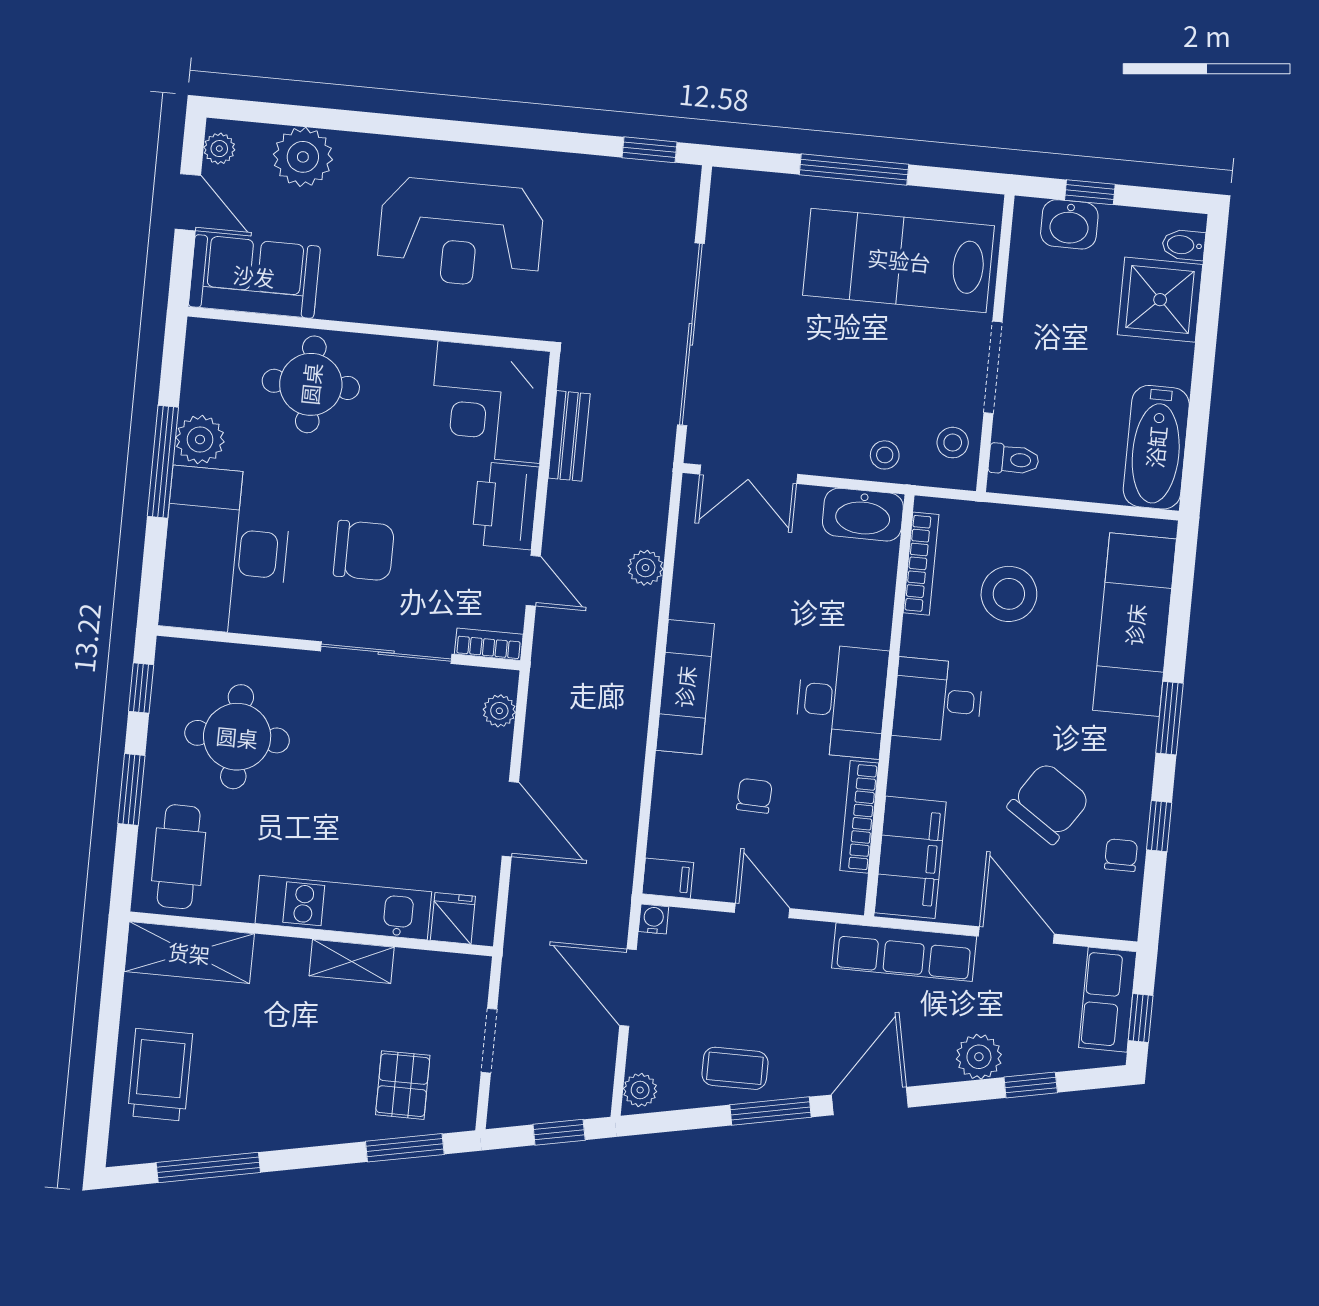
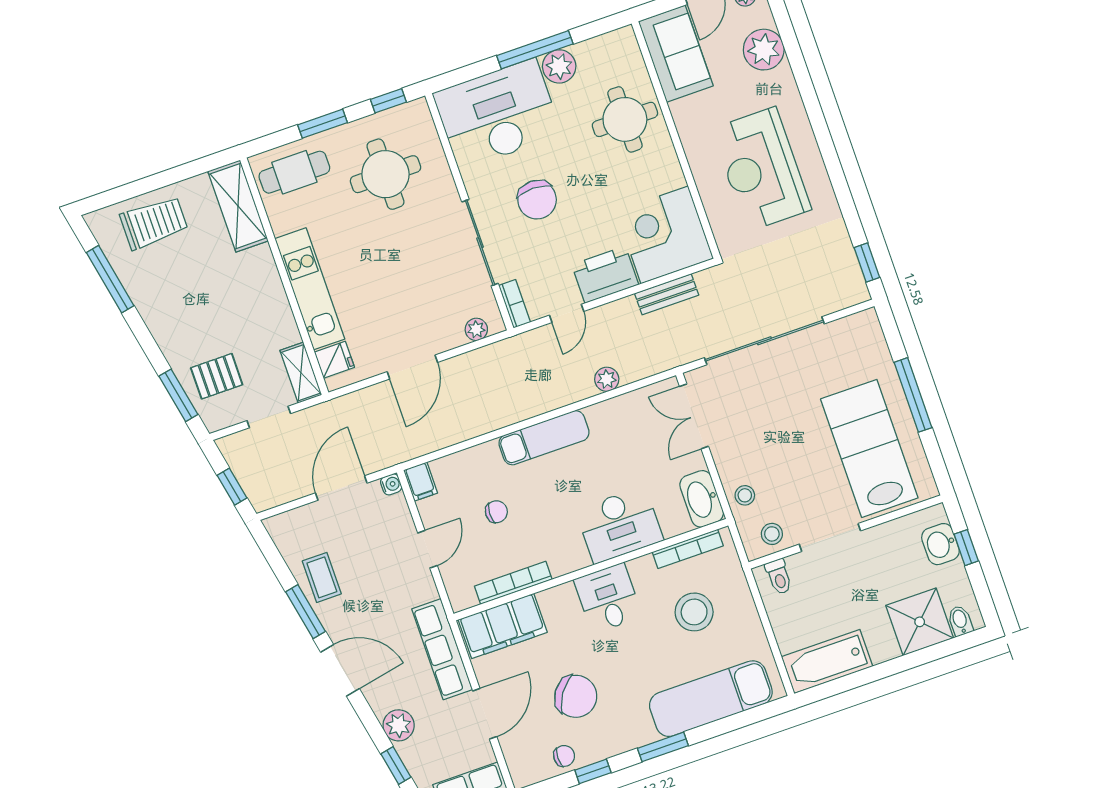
desk: (842, 701) -> (619, 525), moved
shelving: (352, 961) -> (301, 373), moved
plant: (640, 1090) -> (281, 525), removed

